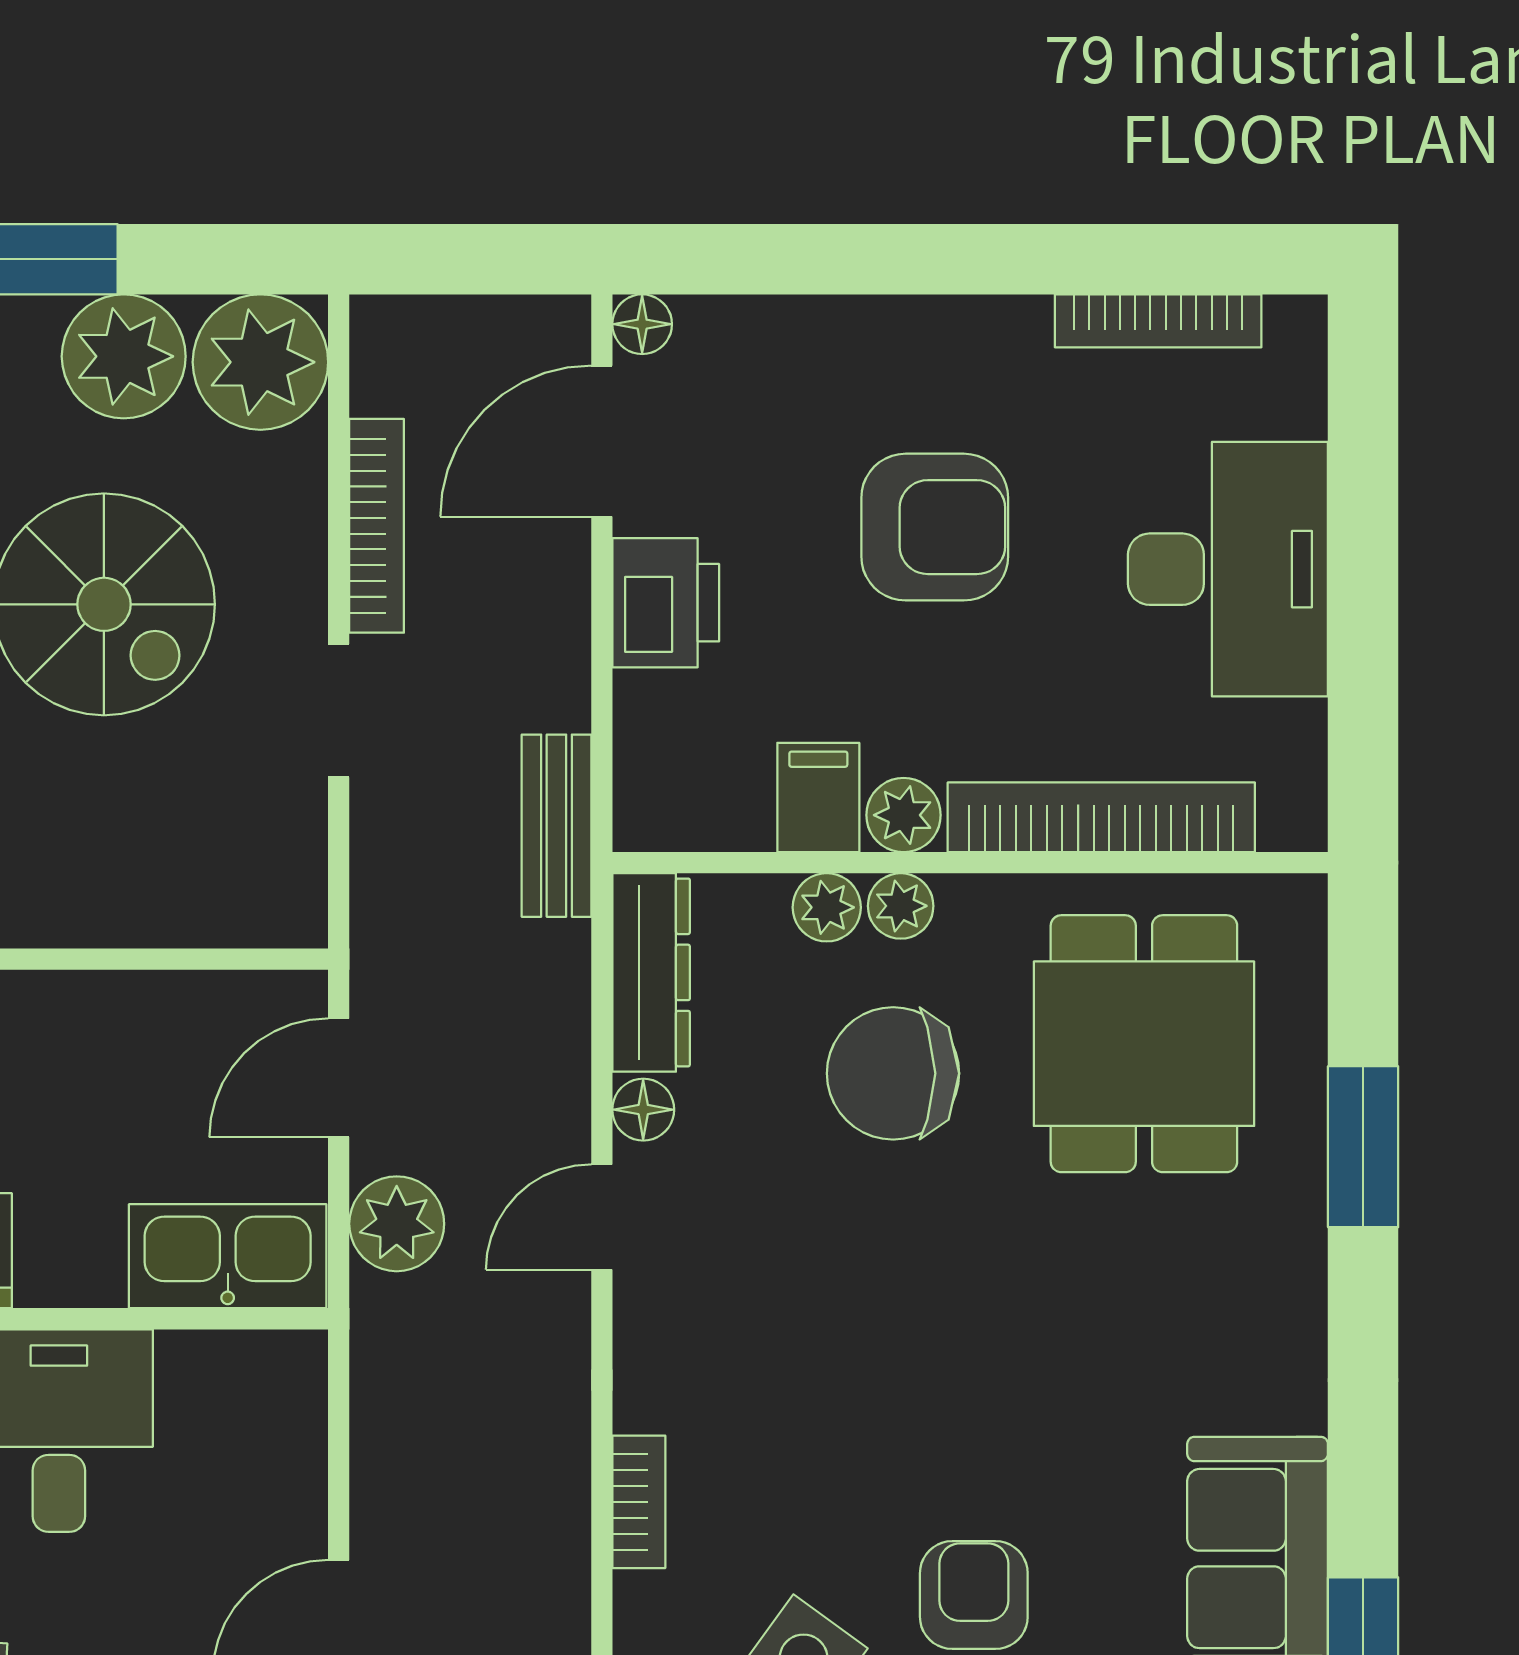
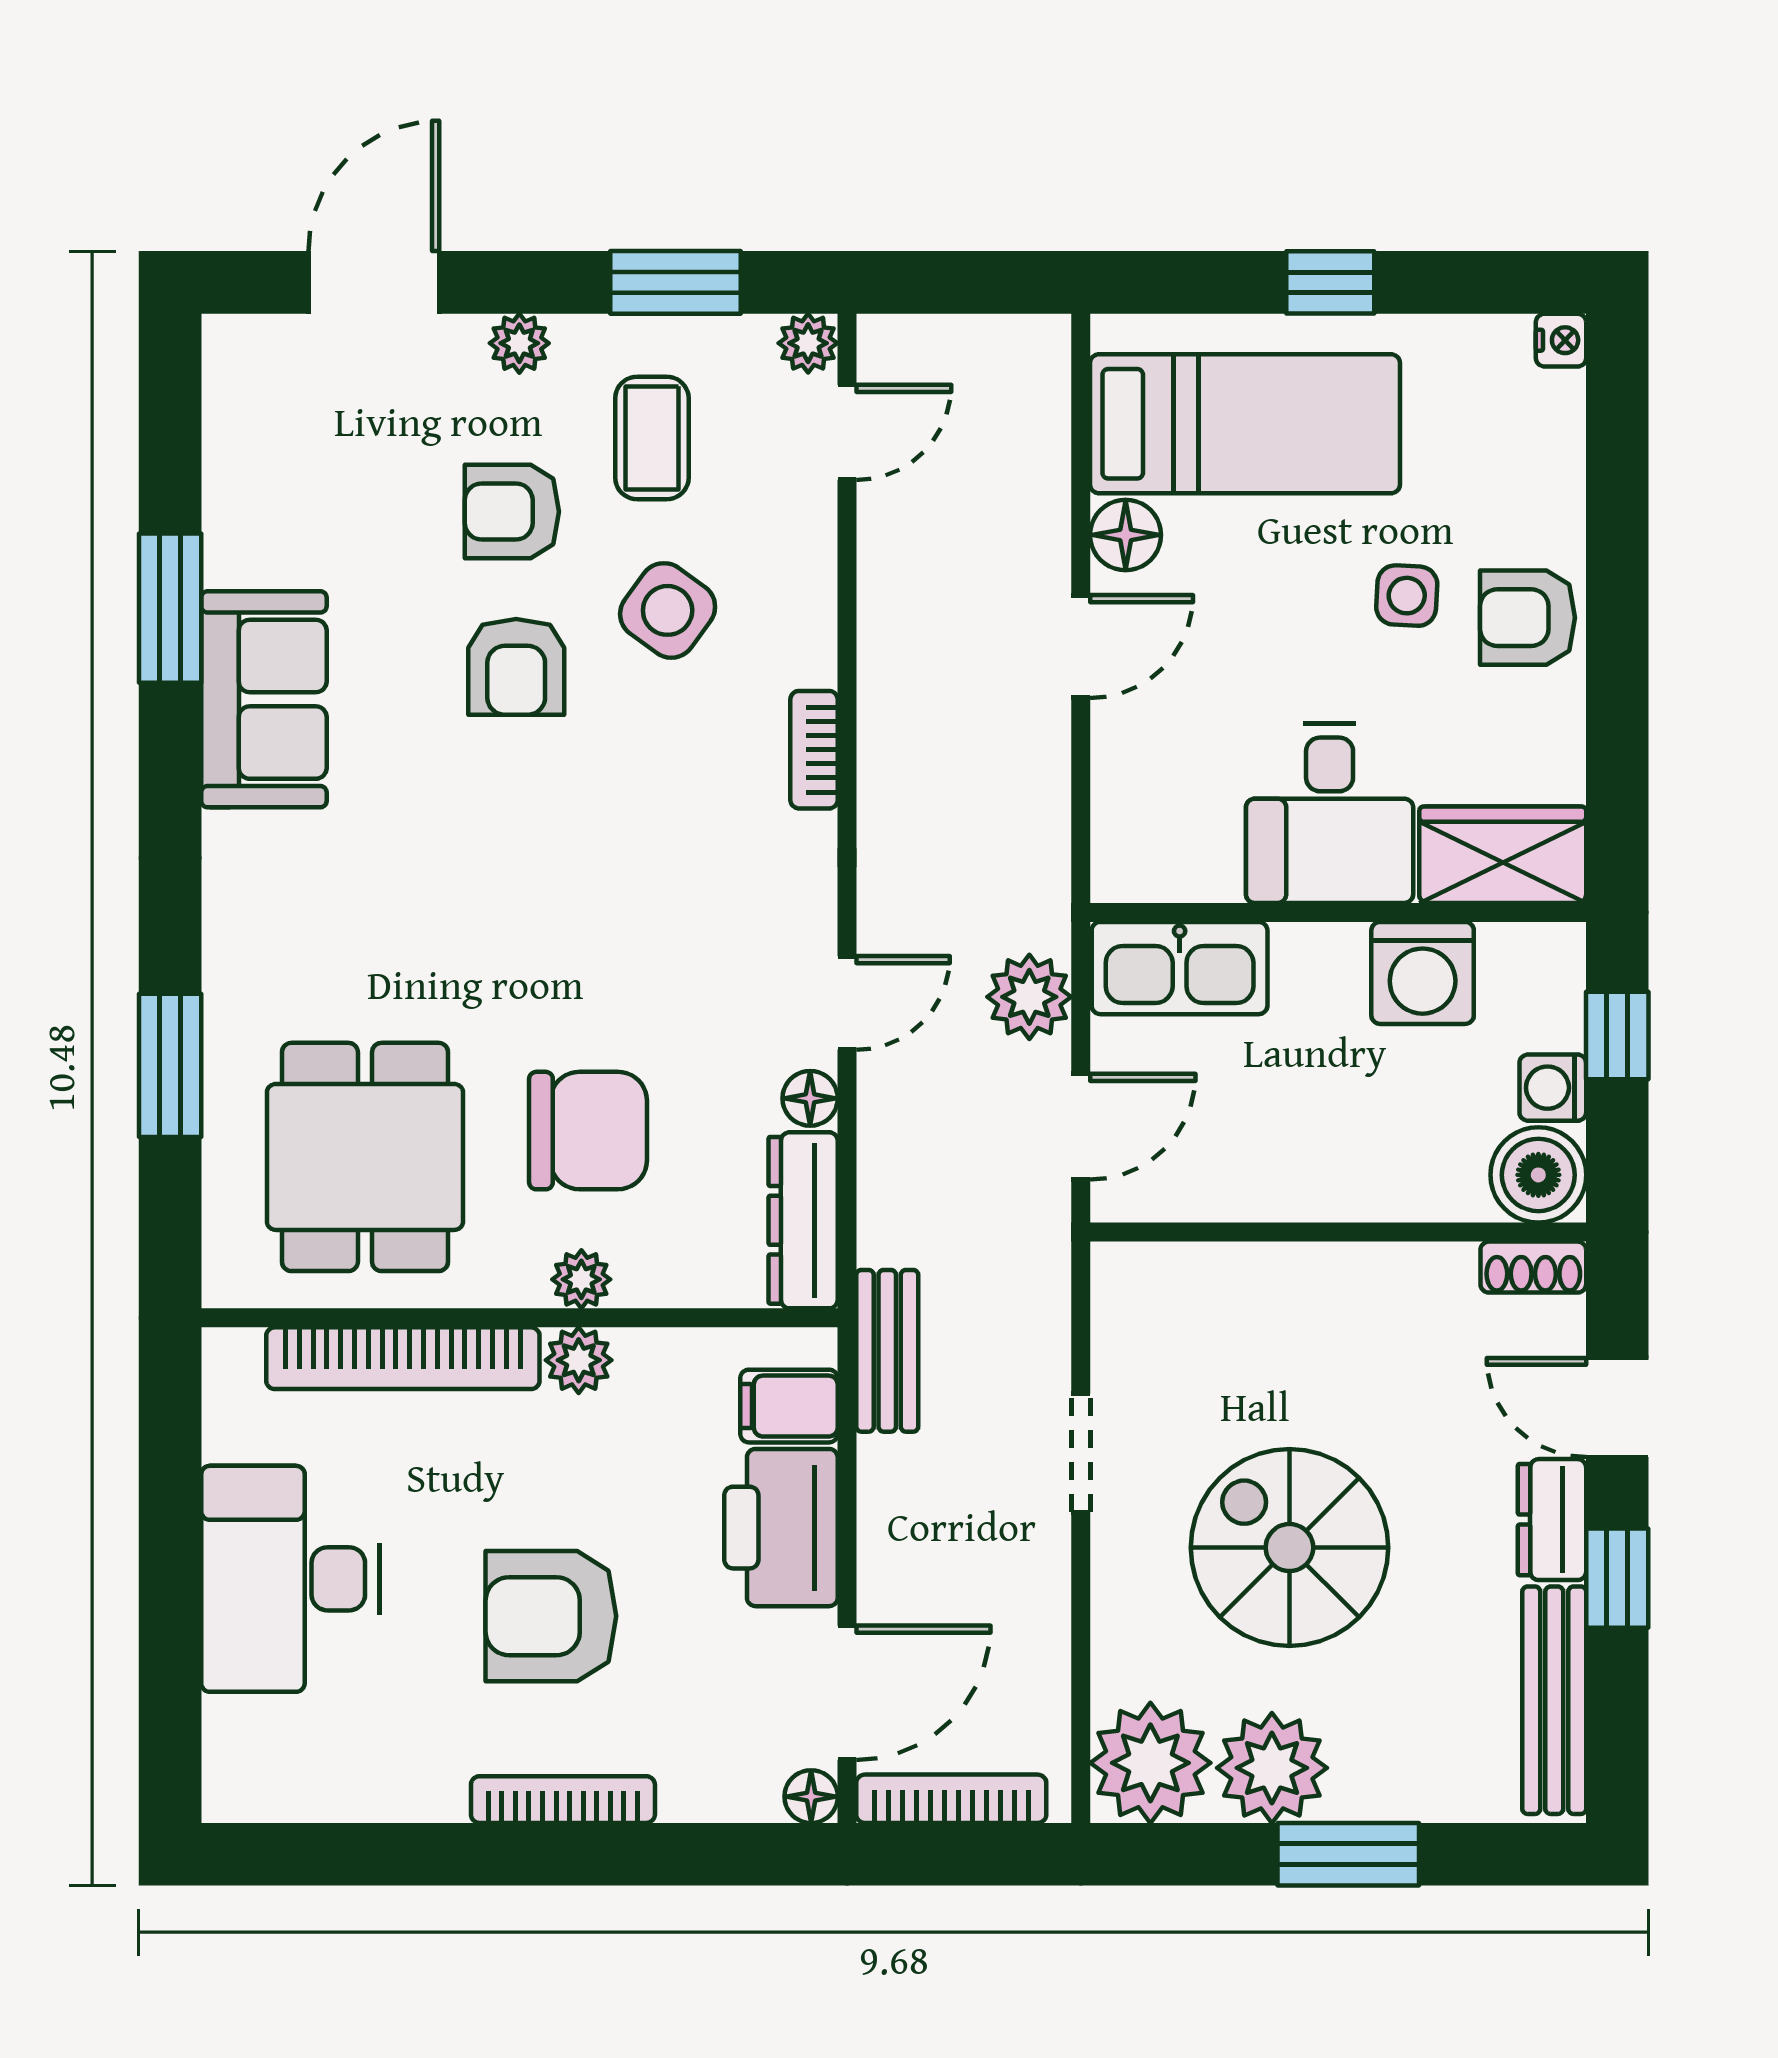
bookcase: (1158, 321) -> (563, 1800), moved
bookcase: (377, 526) -> (951, 1799), moved, turned 90
printer: (666, 603) -> (781, 1528), width x1.37, depth x1.19
filing cabinet: (818, 797) -> (789, 1406), moved, turned 90
plant: (827, 907) -> (647, 1278), removed

